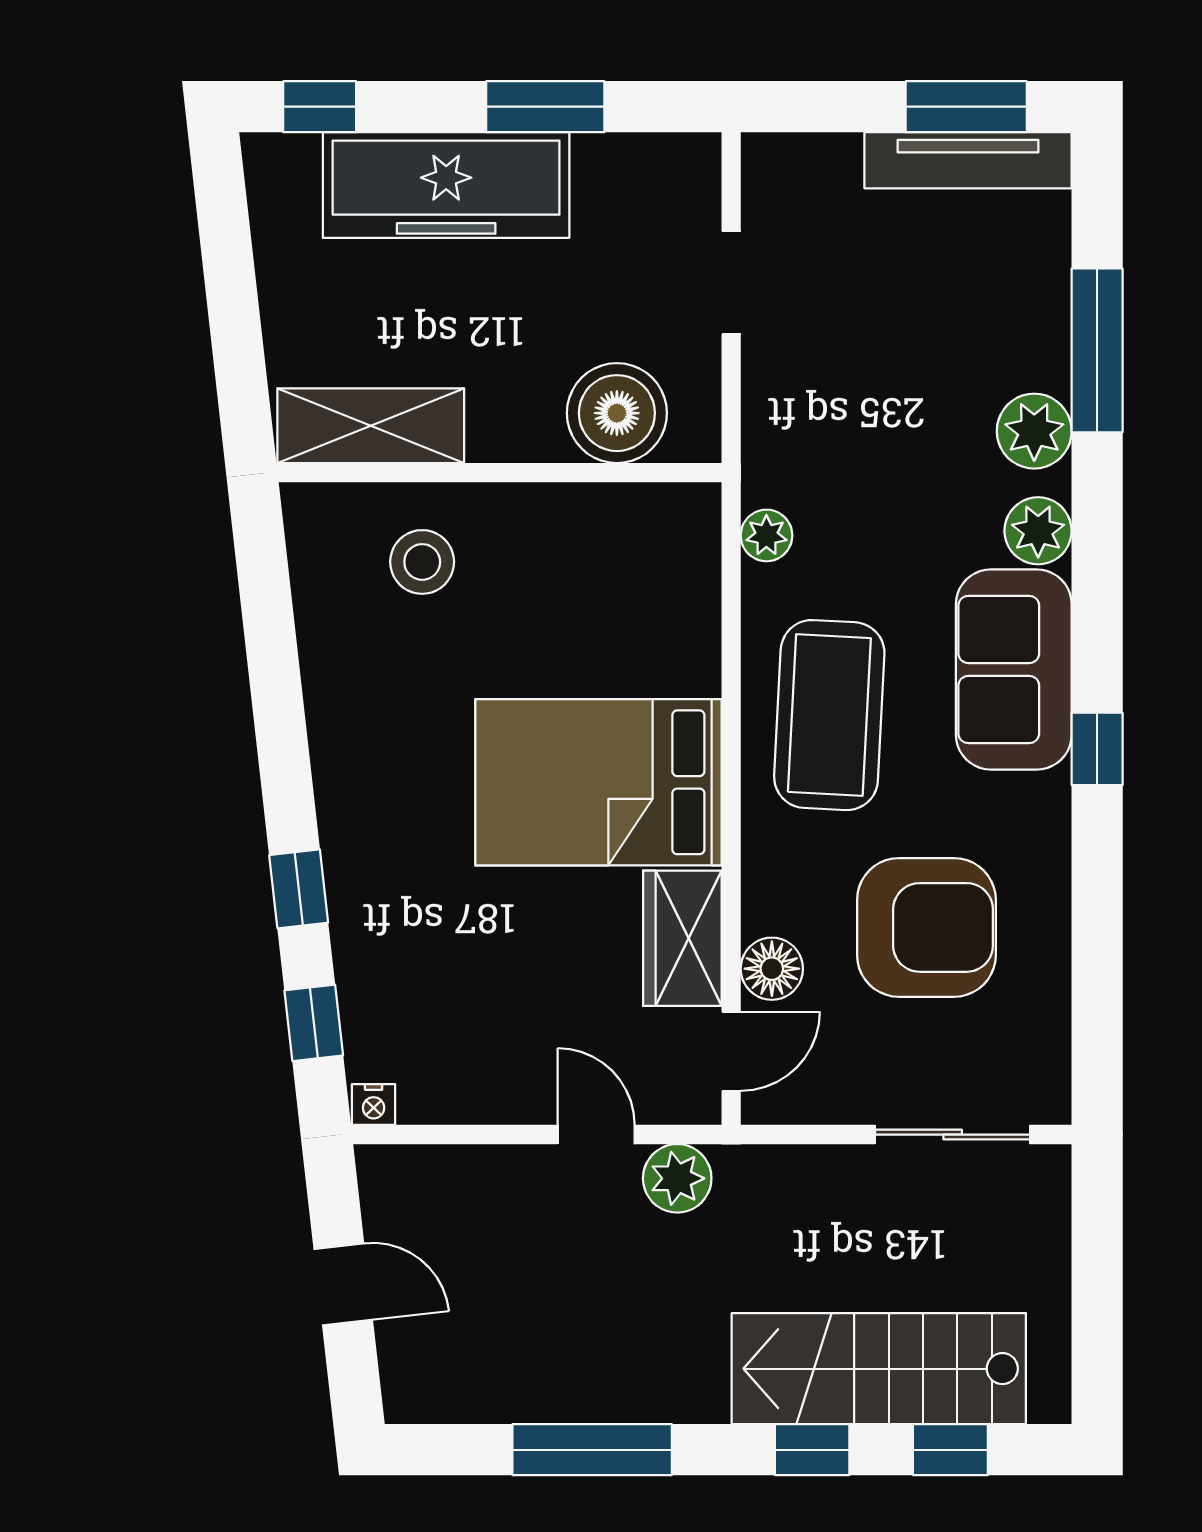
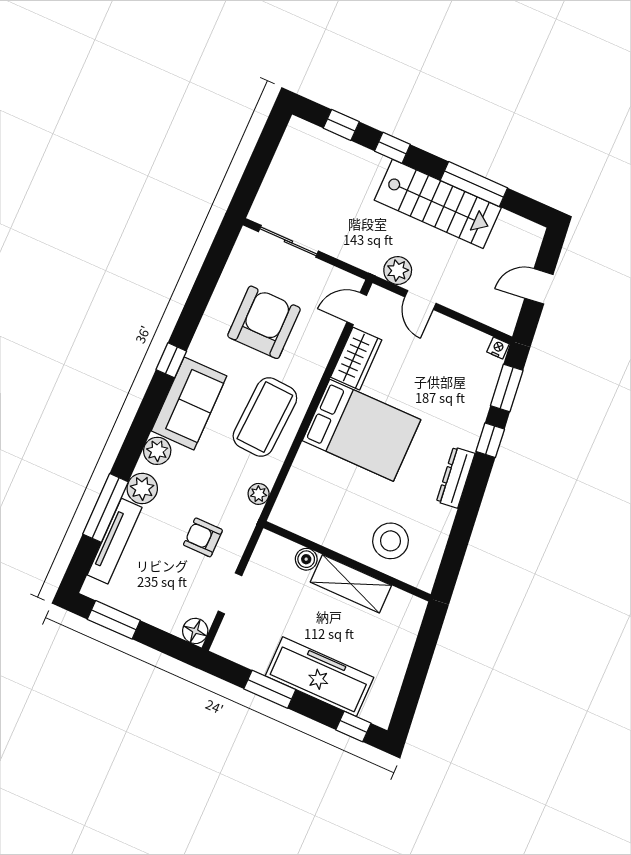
tv unit: (968, 160) -> (115, 541), moved, turned 90
armchair: (848, 382) -> (203, 537), added
boiler: (617, 413) -> (306, 559), width x0.54, depth x0.54
shelving: (371, 426) -> (351, 584), moved
stool: (422, 562) -> (390, 541), width x1.38, depth x1.38
dresser: (339, 770) -> (456, 478), added
armchair: (926, 927) -> (264, 322), turned 90
floor lamp: (772, 969) -> (195, 631), moved
window: (314, 1023) -> (507, 388), width x1.50
door: (343, 1284) -> (539, 286), hinge flipped
stairs: (879, 1369) -> (438, 204), moved

